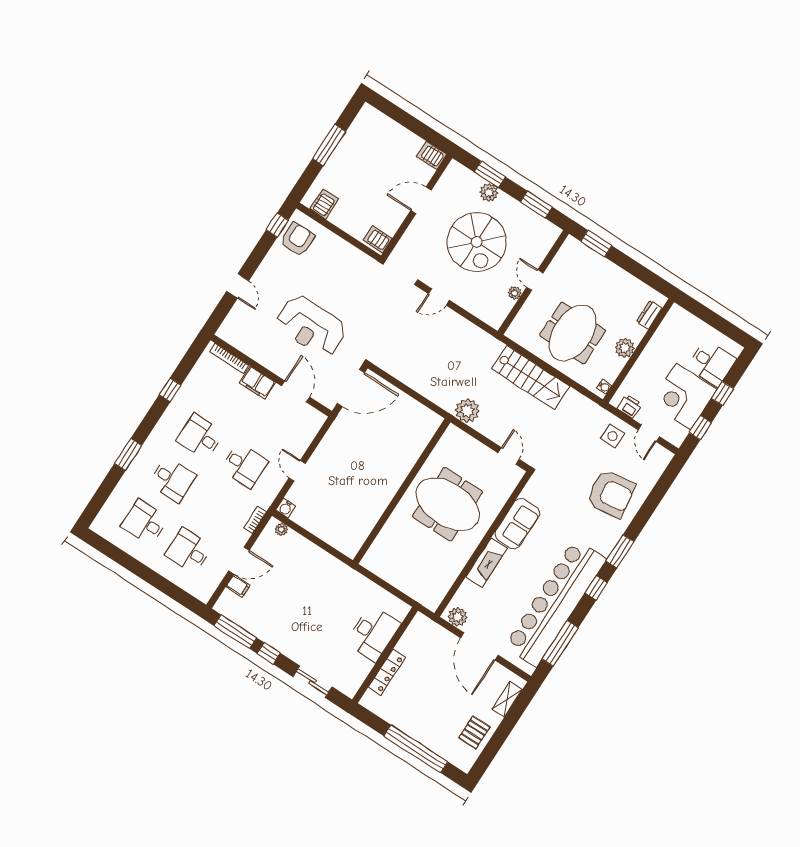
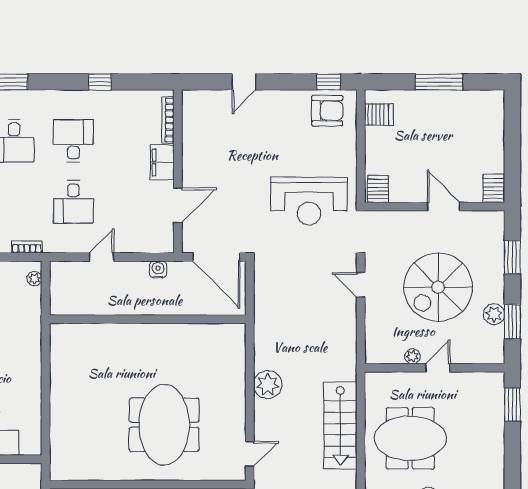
plant: (489, 193) -> (494, 314), moved
reception desk: (311, 326) -> (309, 201), moved, turned -90
wall: (402, 491) -> (148, 319), moved
water cooler: (286, 508) -> (158, 269), moved, turned 90

